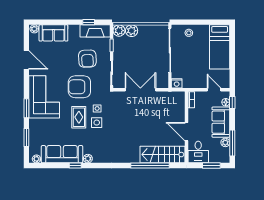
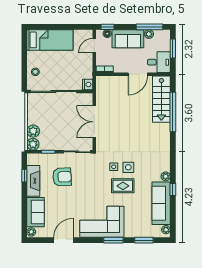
fireplace: (95, 31) -> (33, 181), moved
armchair: (79, 87) -> (91, 185), removed

